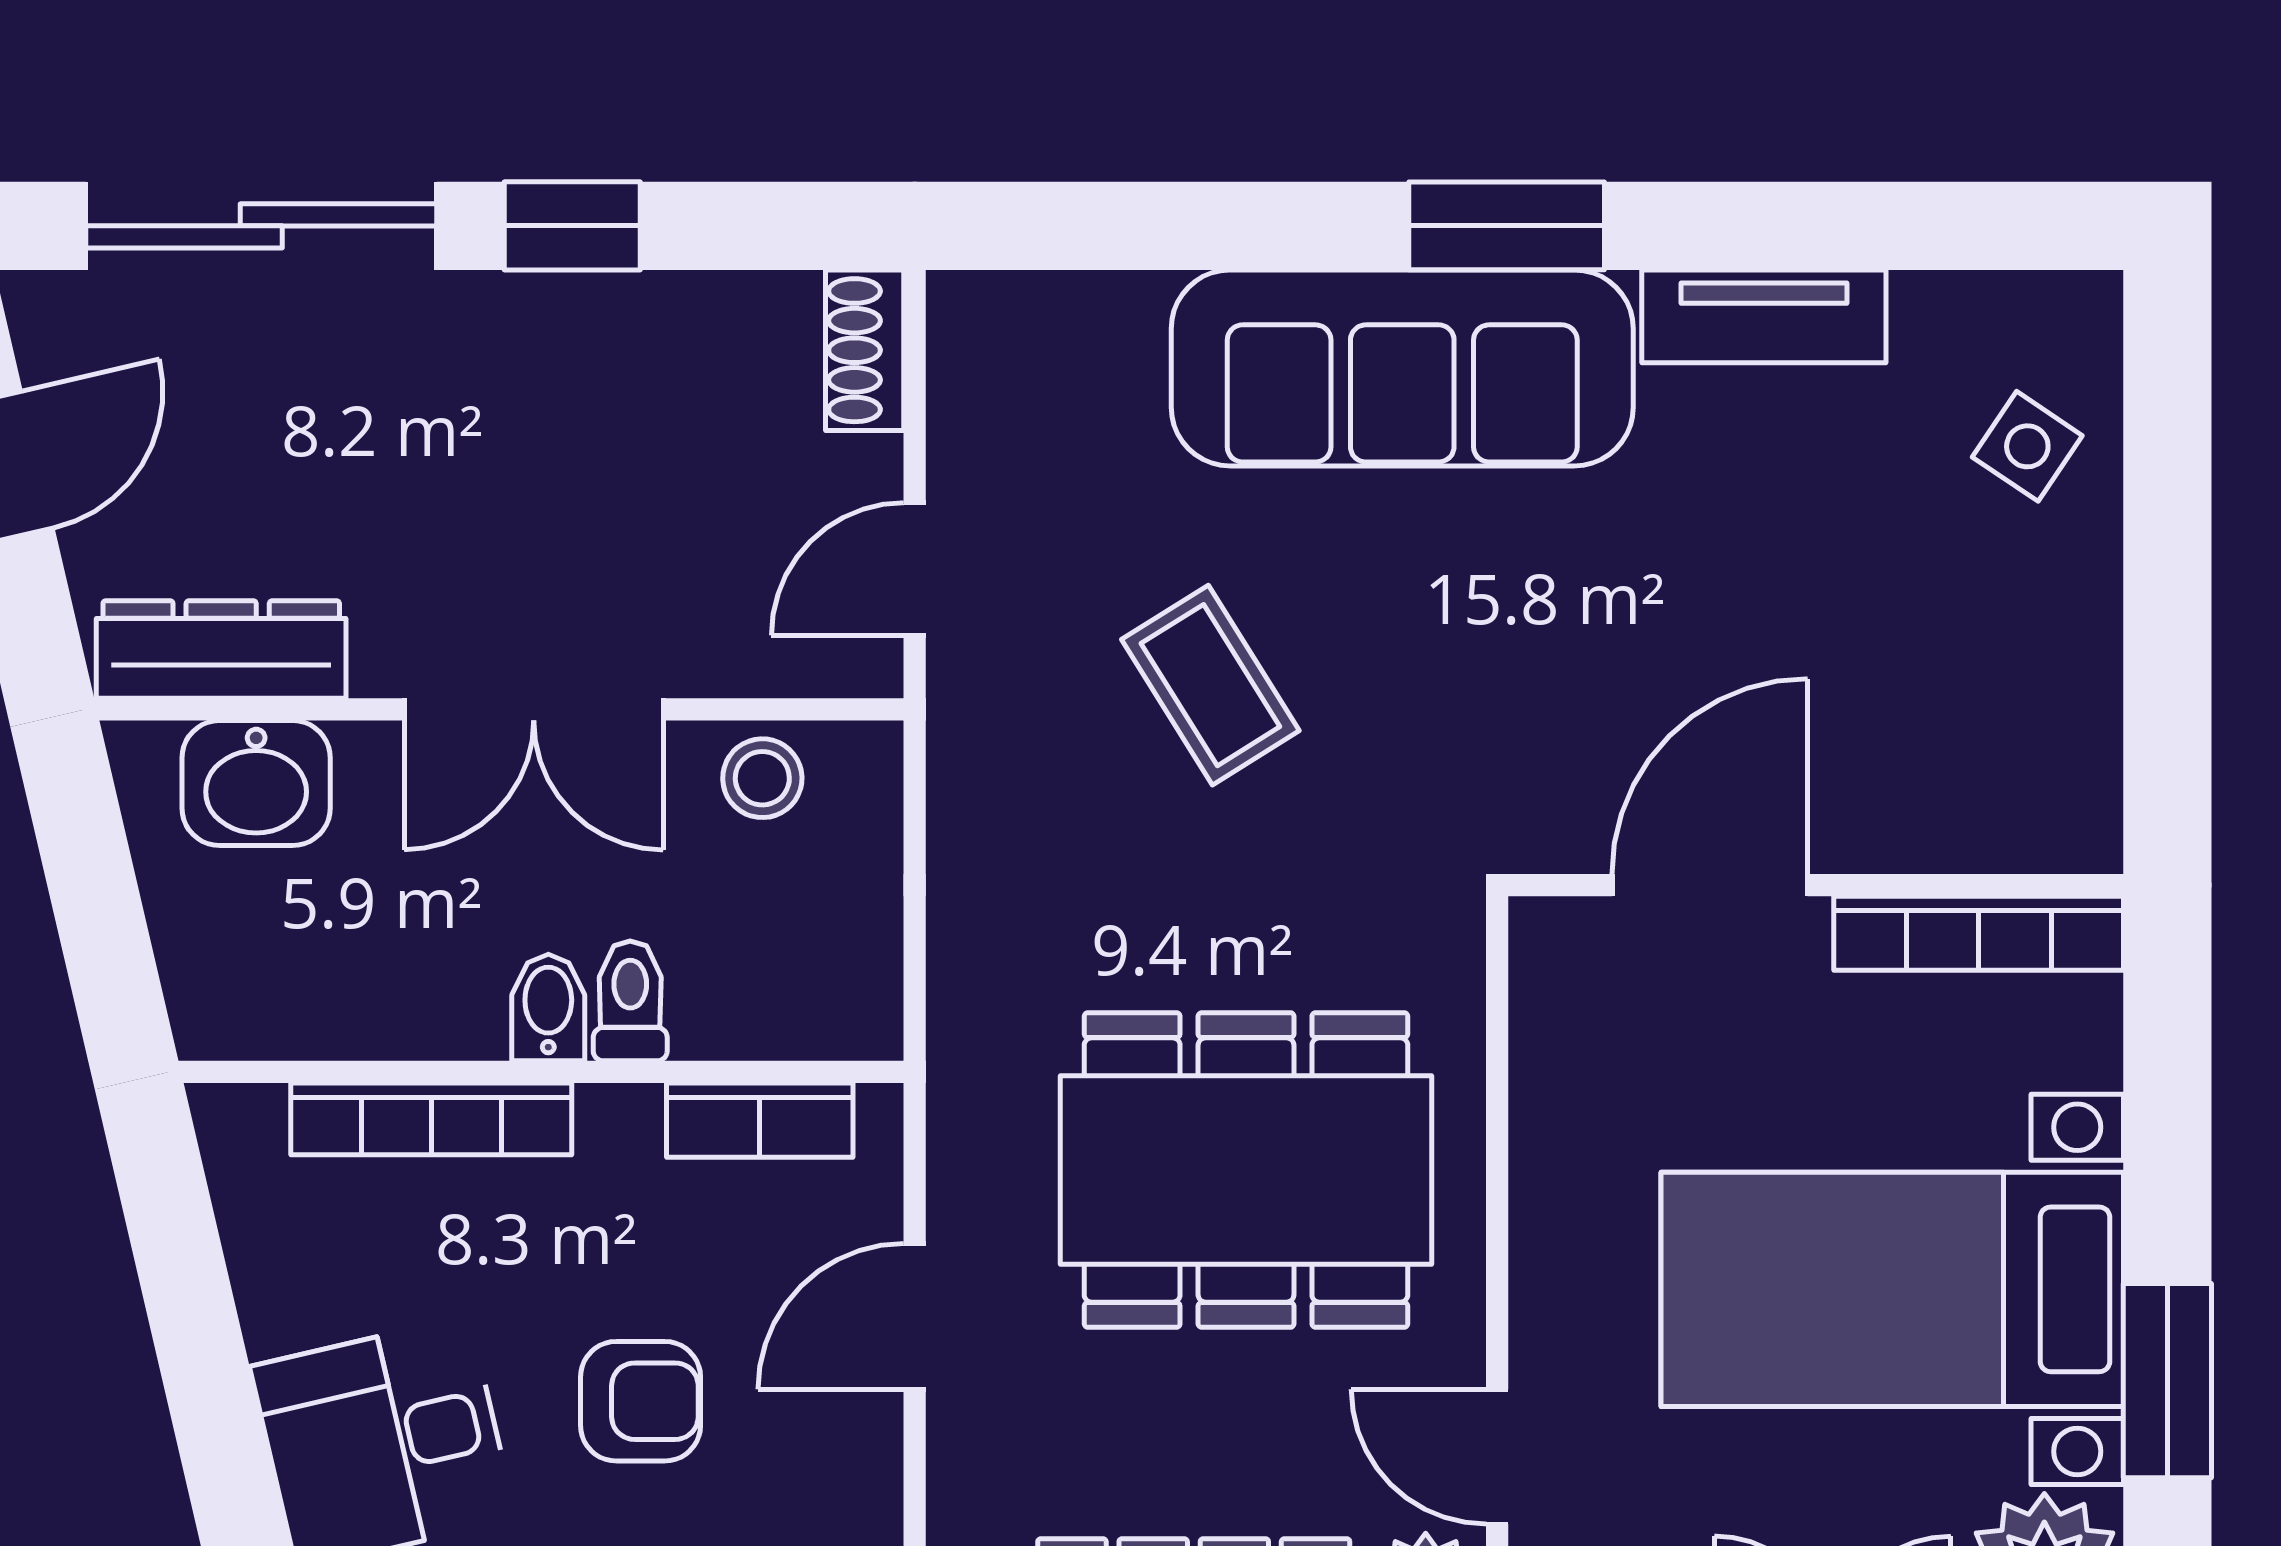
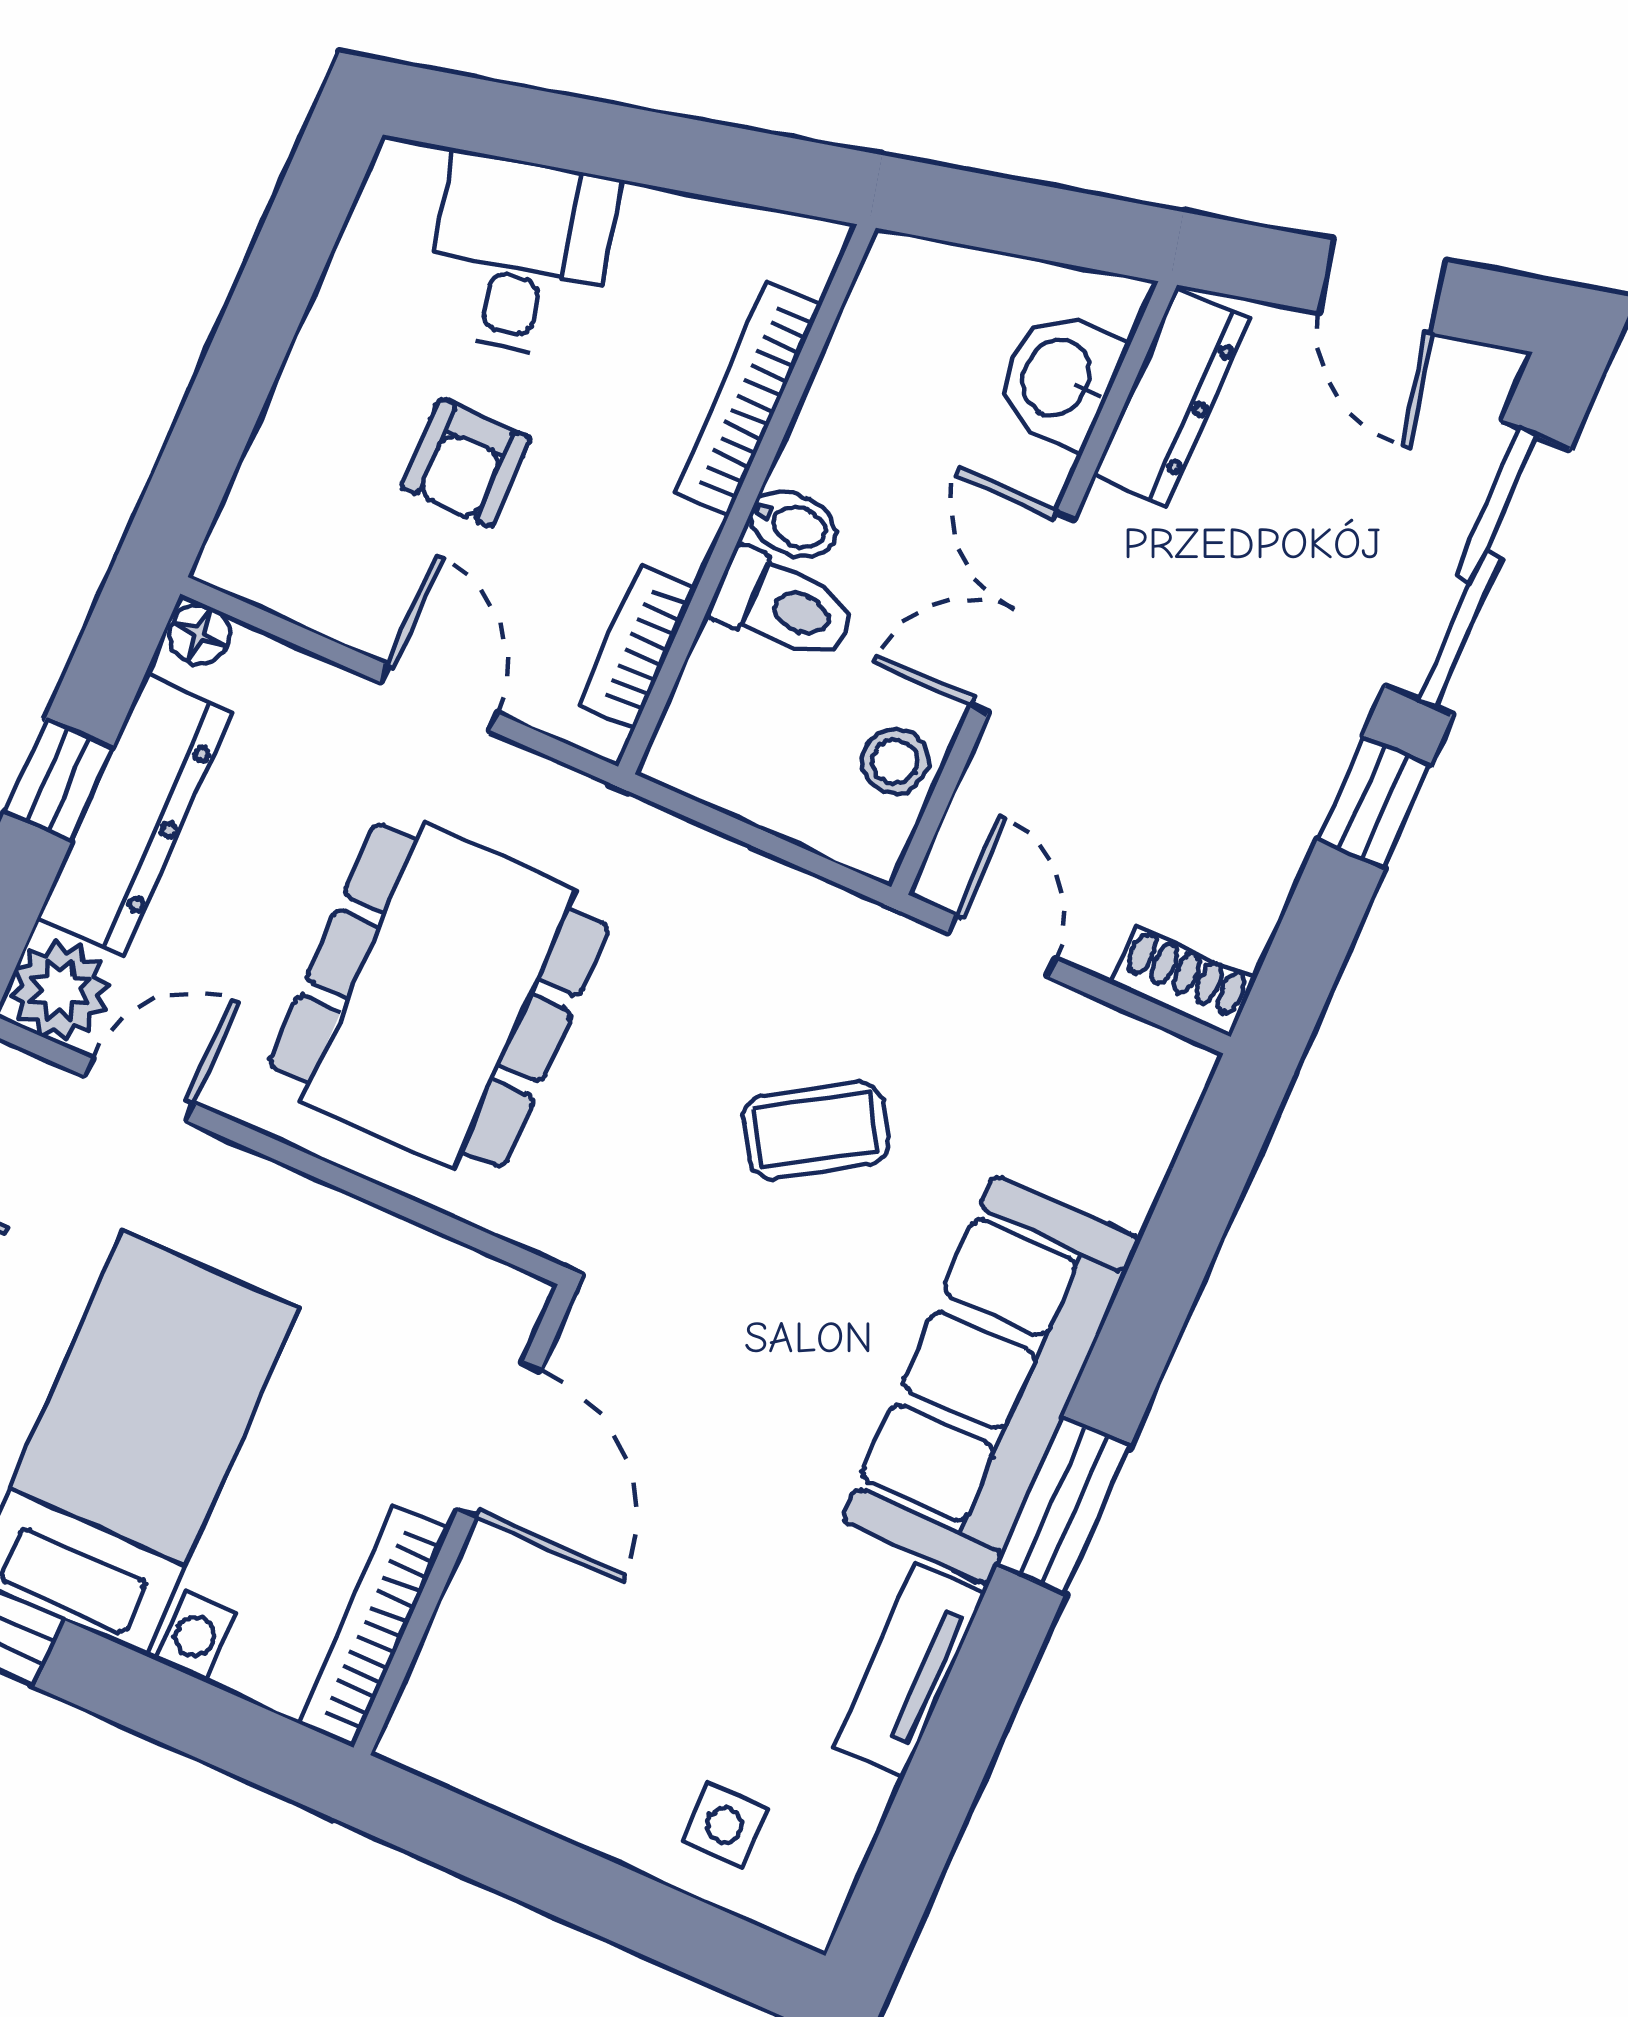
side table: (2027, 446) -> (724, 1825), turned -34
toilet: (630, 1001) -> (784, 606), width x1.37, depth x1.39

